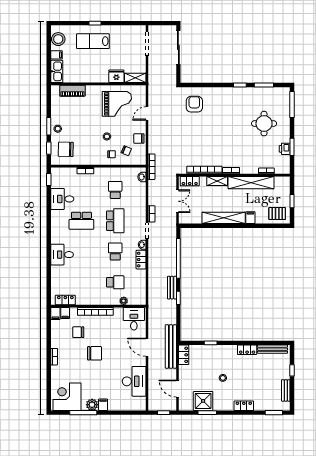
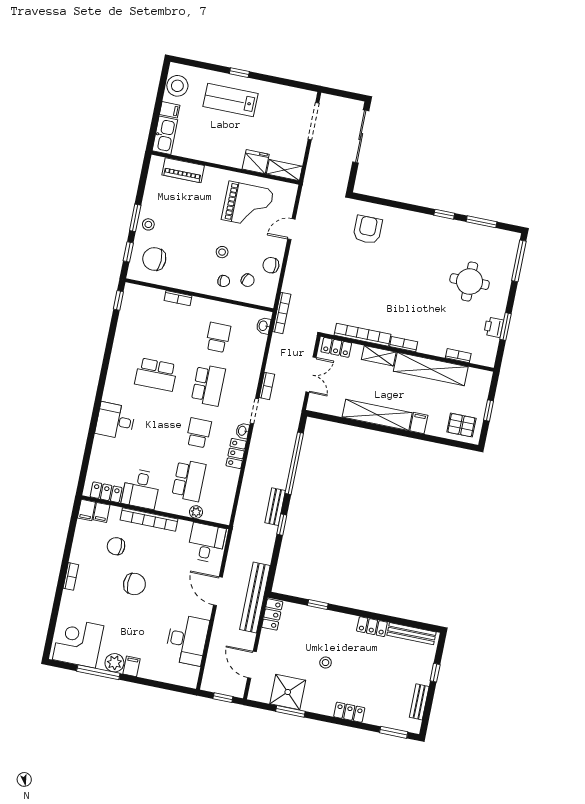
desk: (62, 199) -> (141, 489), moved, turned -90
school desk: (115, 282) -> (189, 481), width x1.85

